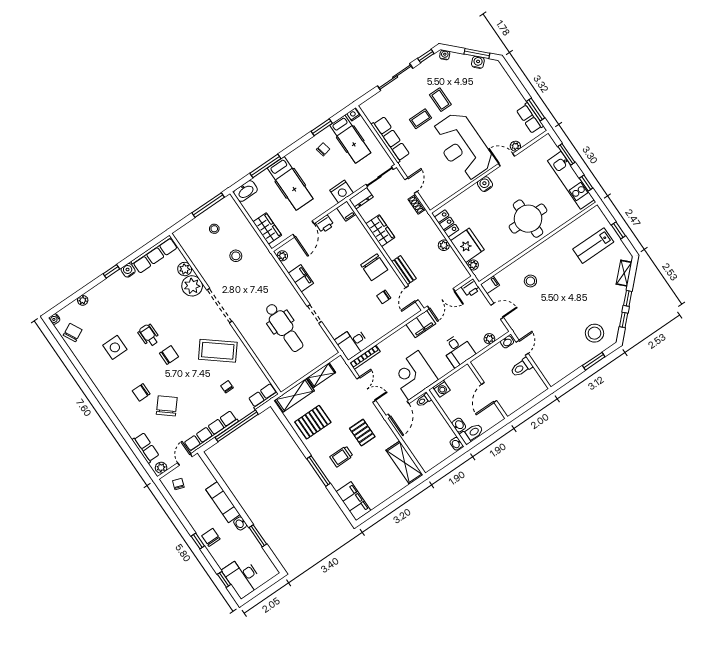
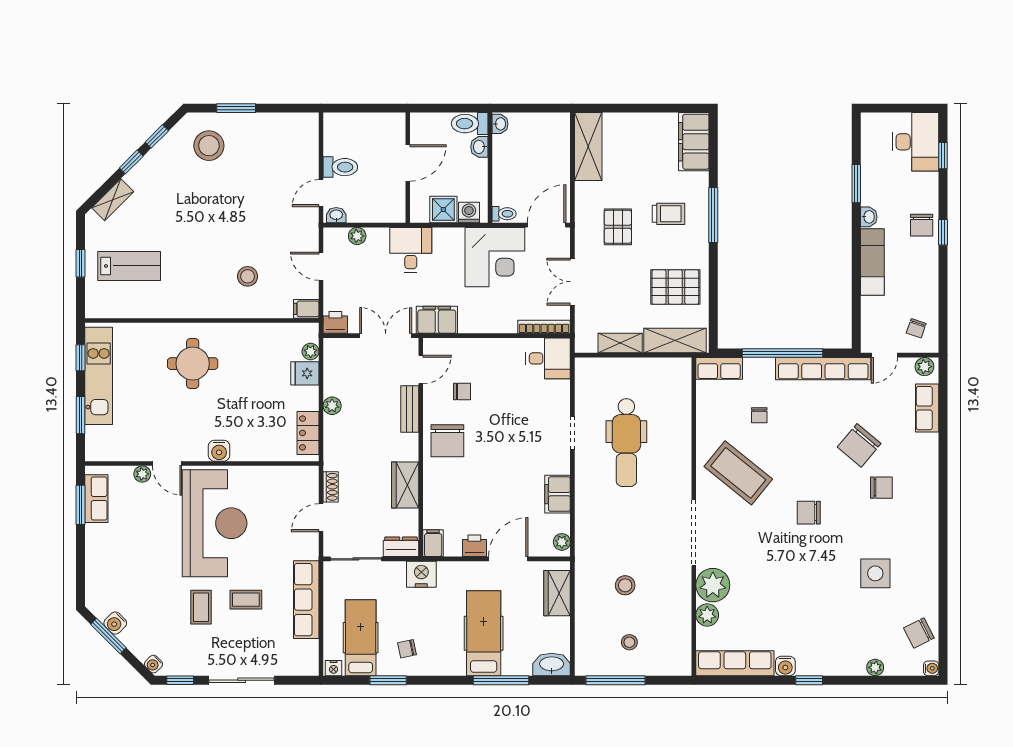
round table: (528, 219) -> (193, 364), width x0.73, depth x0.73
fridge: (467, 245) -> (305, 373), width x0.53, depth x0.75
chair: (374, 267) -> (447, 441), turned 180
dental chair: (284, 328) -> (626, 443), turned 180
wheelchair: (149, 335) -> (818, 558), removed
shower: (455, 381) -> (443, 209), added

